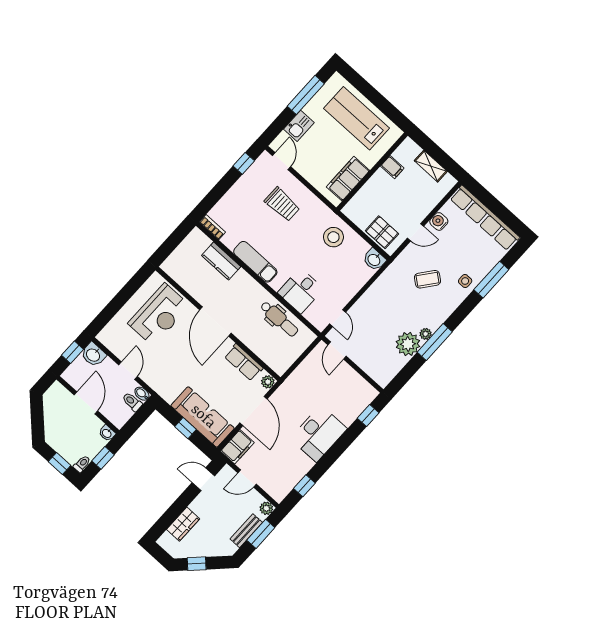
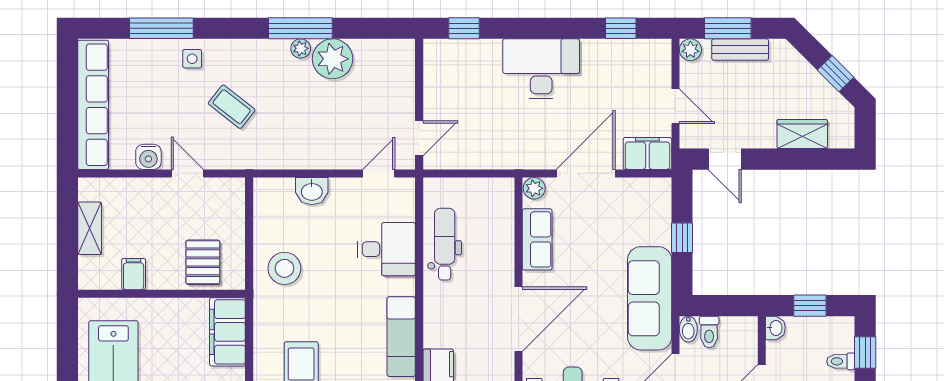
filing cabinet: (348, 179) -> (227, 332), moved, turned 90
pallet: (382, 232) -> (203, 262), moved
washbasin: (374, 260) -> (312, 191), moved, turned 90
sofa: (203, 417) -> (650, 298), moved
toilet: (82, 464) -> (841, 361), moved

